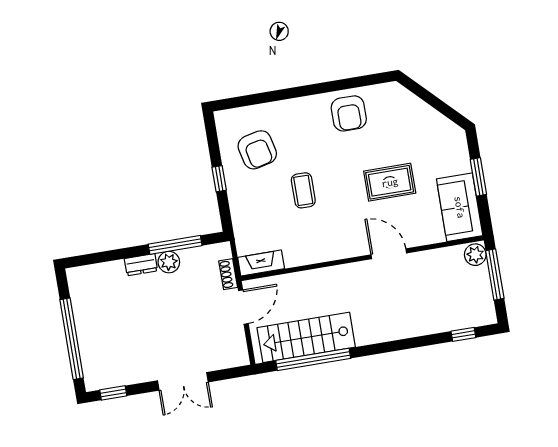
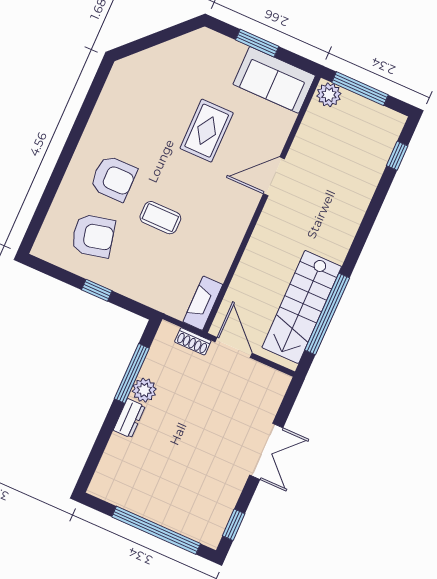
armchair: (349, 113) -> (113, 178), moved

